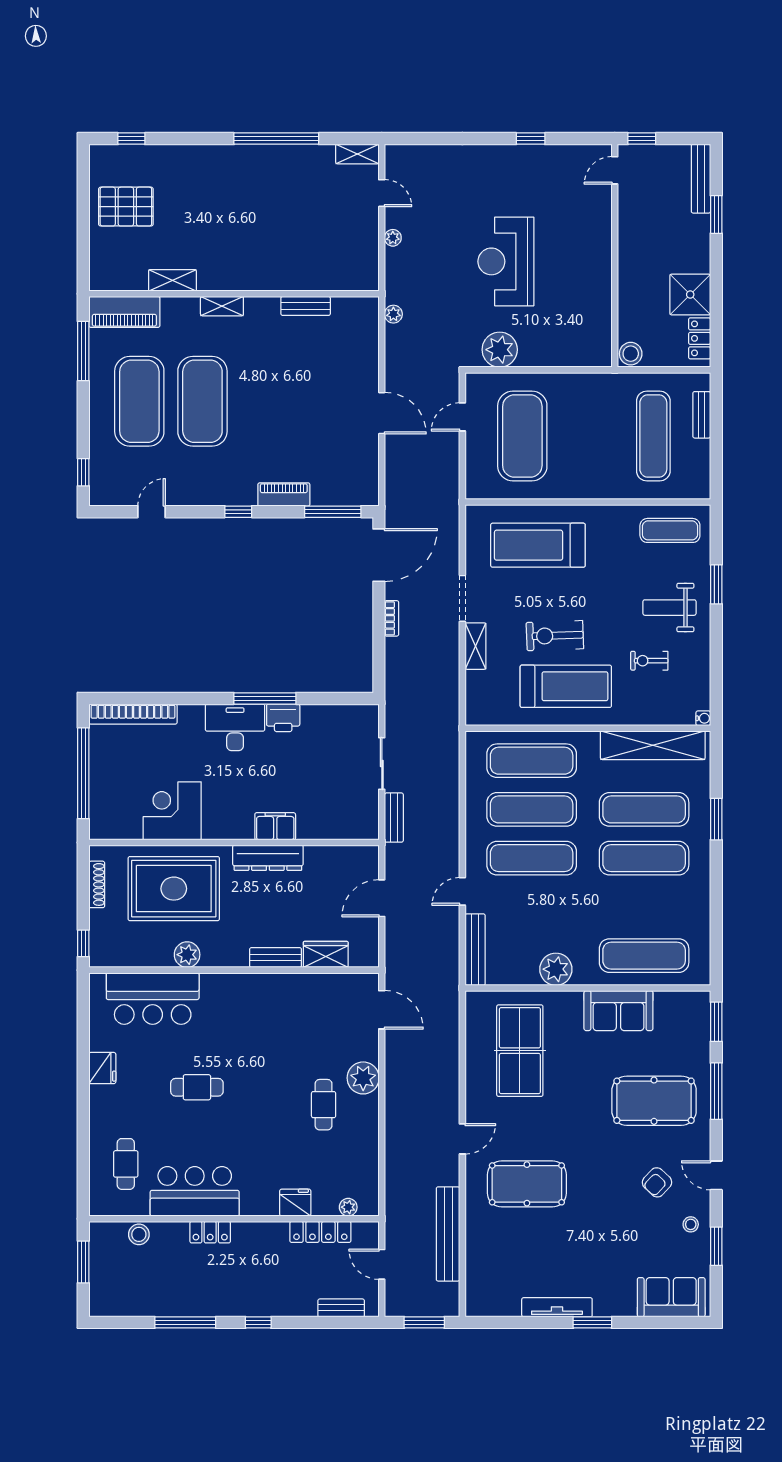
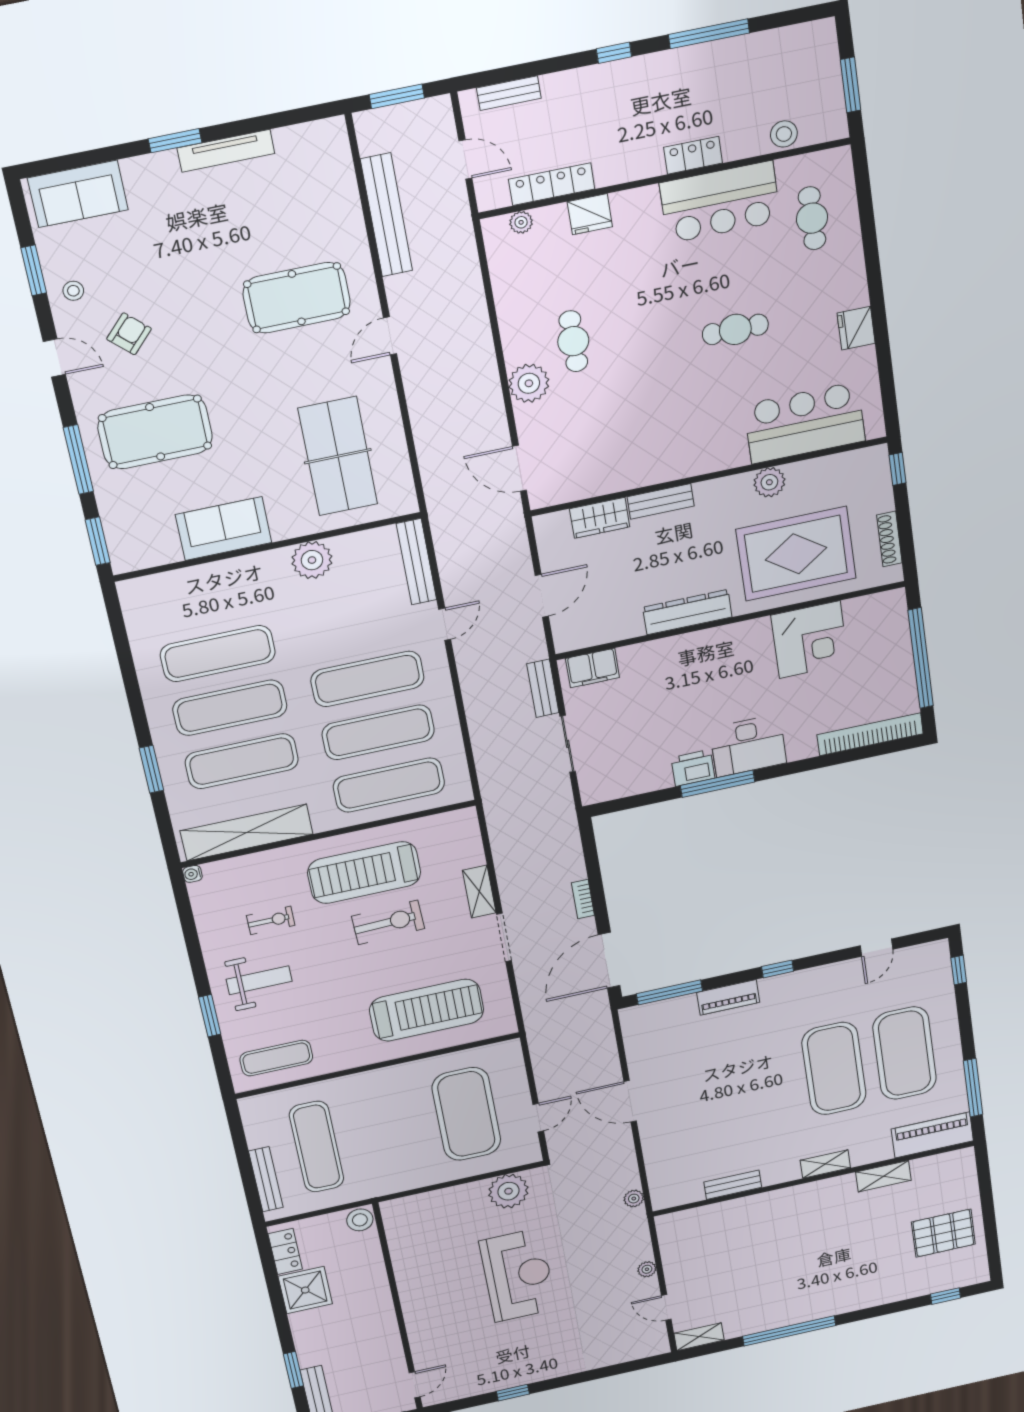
bench: (702, 415) -> (266, 1179), width x1.36
filing cabinet: (275, 826) -> (593, 668), moved
exercise mat: (644, 956) -> (218, 654), moved

